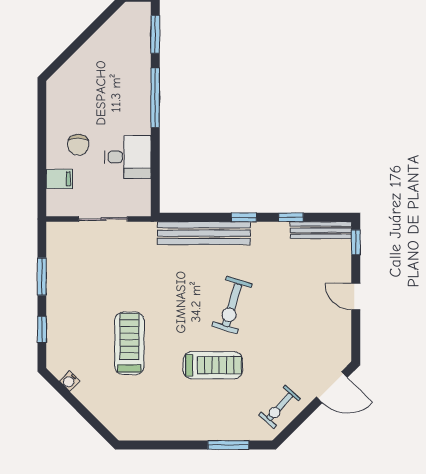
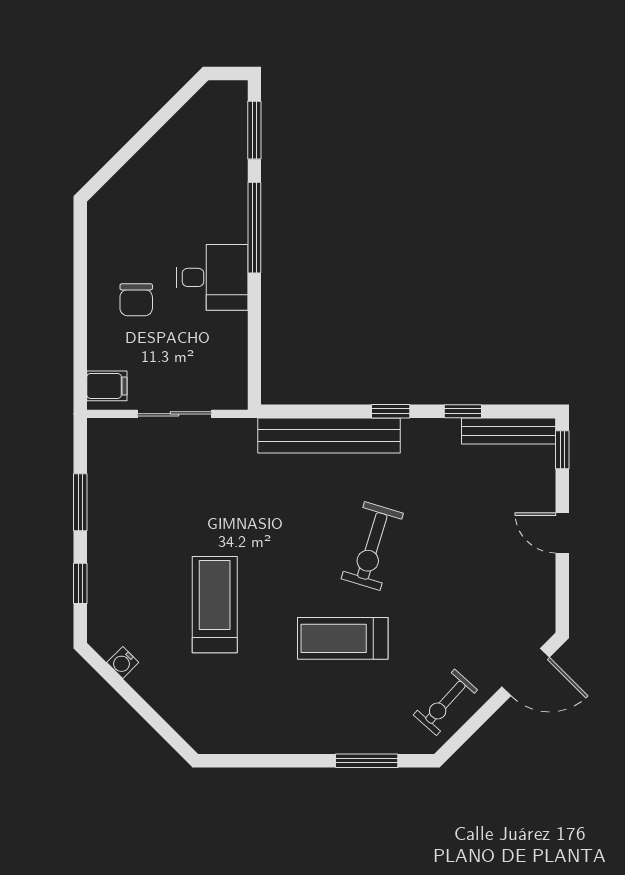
desk: (128, 157) -> (212, 277), moved
filing cabinet: (59, 179) -> (107, 386), moved
treadmill: (213, 365) -> (343, 638), turned 180

